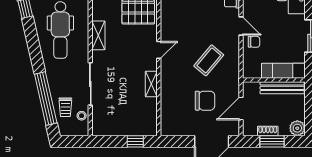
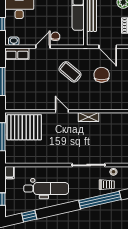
shelving: (98, 35) -> (50, 159), removed

